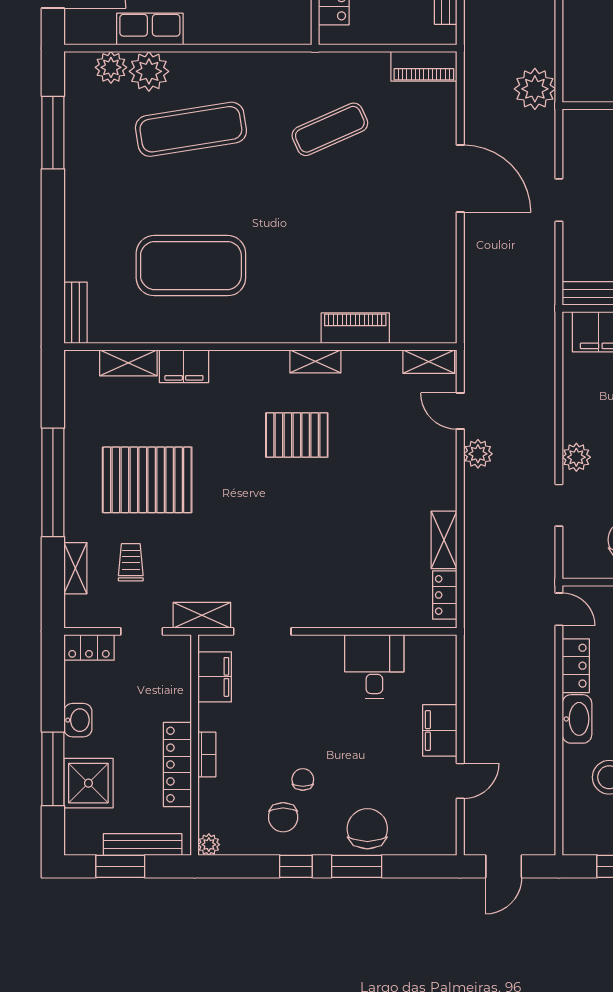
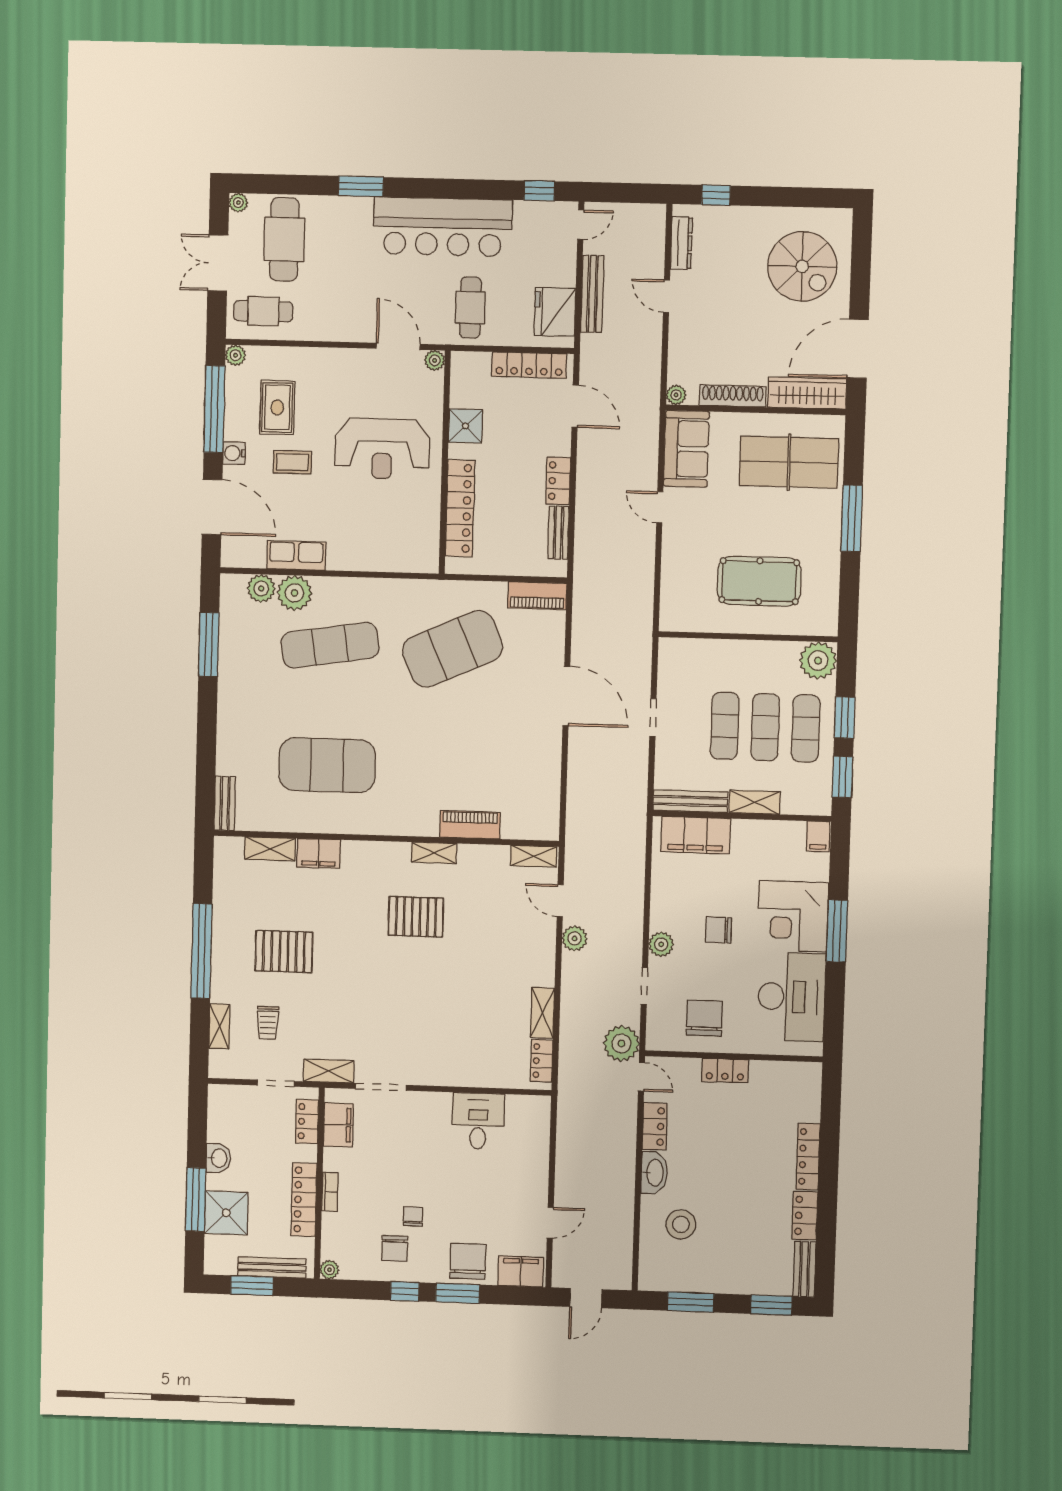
plant: (535, 89) -> (621, 1043), moved
exercise mat: (330, 129) -> (453, 649), width x2.00, depth x1.45
pallet: (147, 480) -> (284, 952), width x0.73, depth x0.71
trolley: (131, 562) -> (268, 1023), turned 180
locker: (89, 647) -> (307, 1121), moved, turned 90
filing cabinet: (440, 730) -> (521, 1271), moved, turned 90

